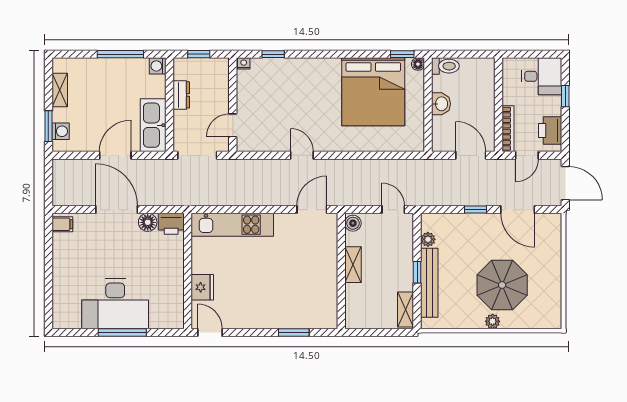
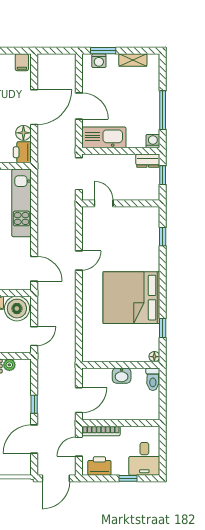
window: (402, 54) -> (163, 328), moved
nightstand: (244, 63) -> (155, 212), removed
bed: (373, 92) -> (131, 298), moved
dresser: (181, 95) -> (148, 161), moved
door: (527, 155) -> (79, 447), hinge flipped
boiler: (353, 223) -> (17, 309), width x1.86, depth x1.86

